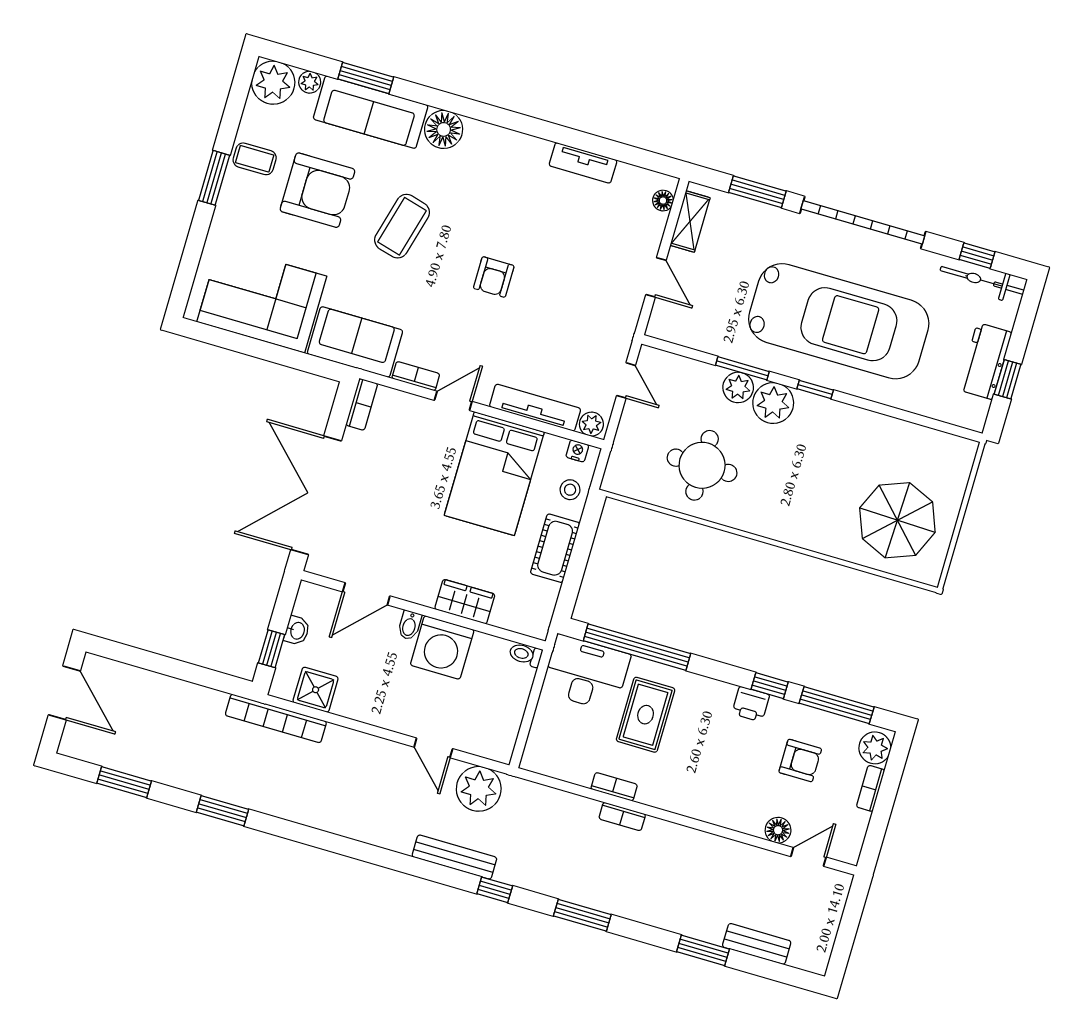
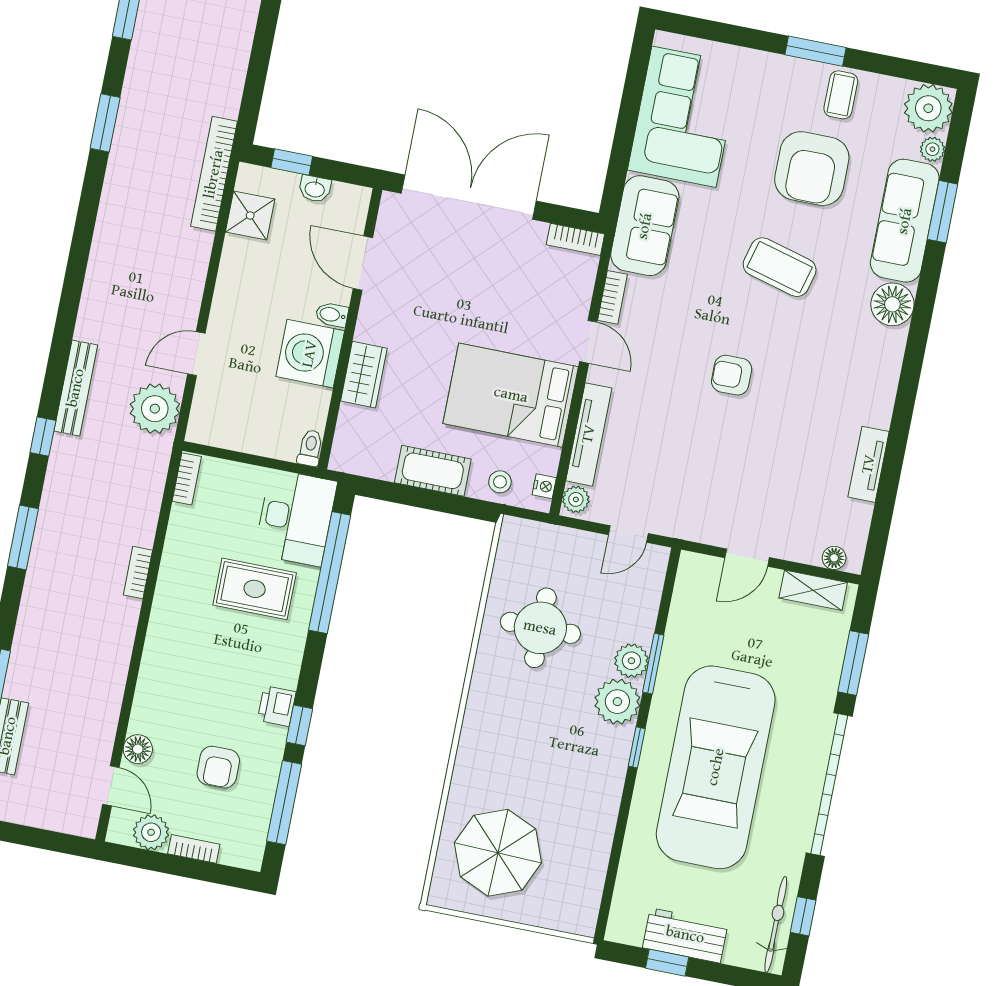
plant: (875, 748) -> (151, 832), moved
bookcase: (614, 787) -> (187, 479), moved

